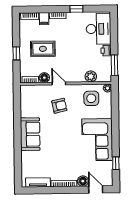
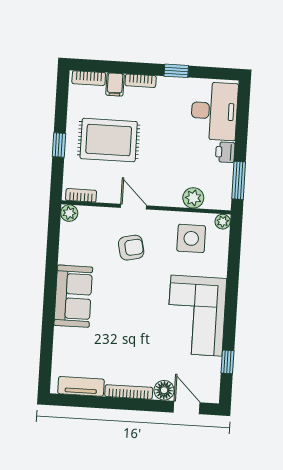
rug: (43, 49) -> (109, 140), width x1.36, depth x1.43
floor lamp: (44, 78) -> (107, 194), removed
plant: (25, 90) -> (69, 213), added

